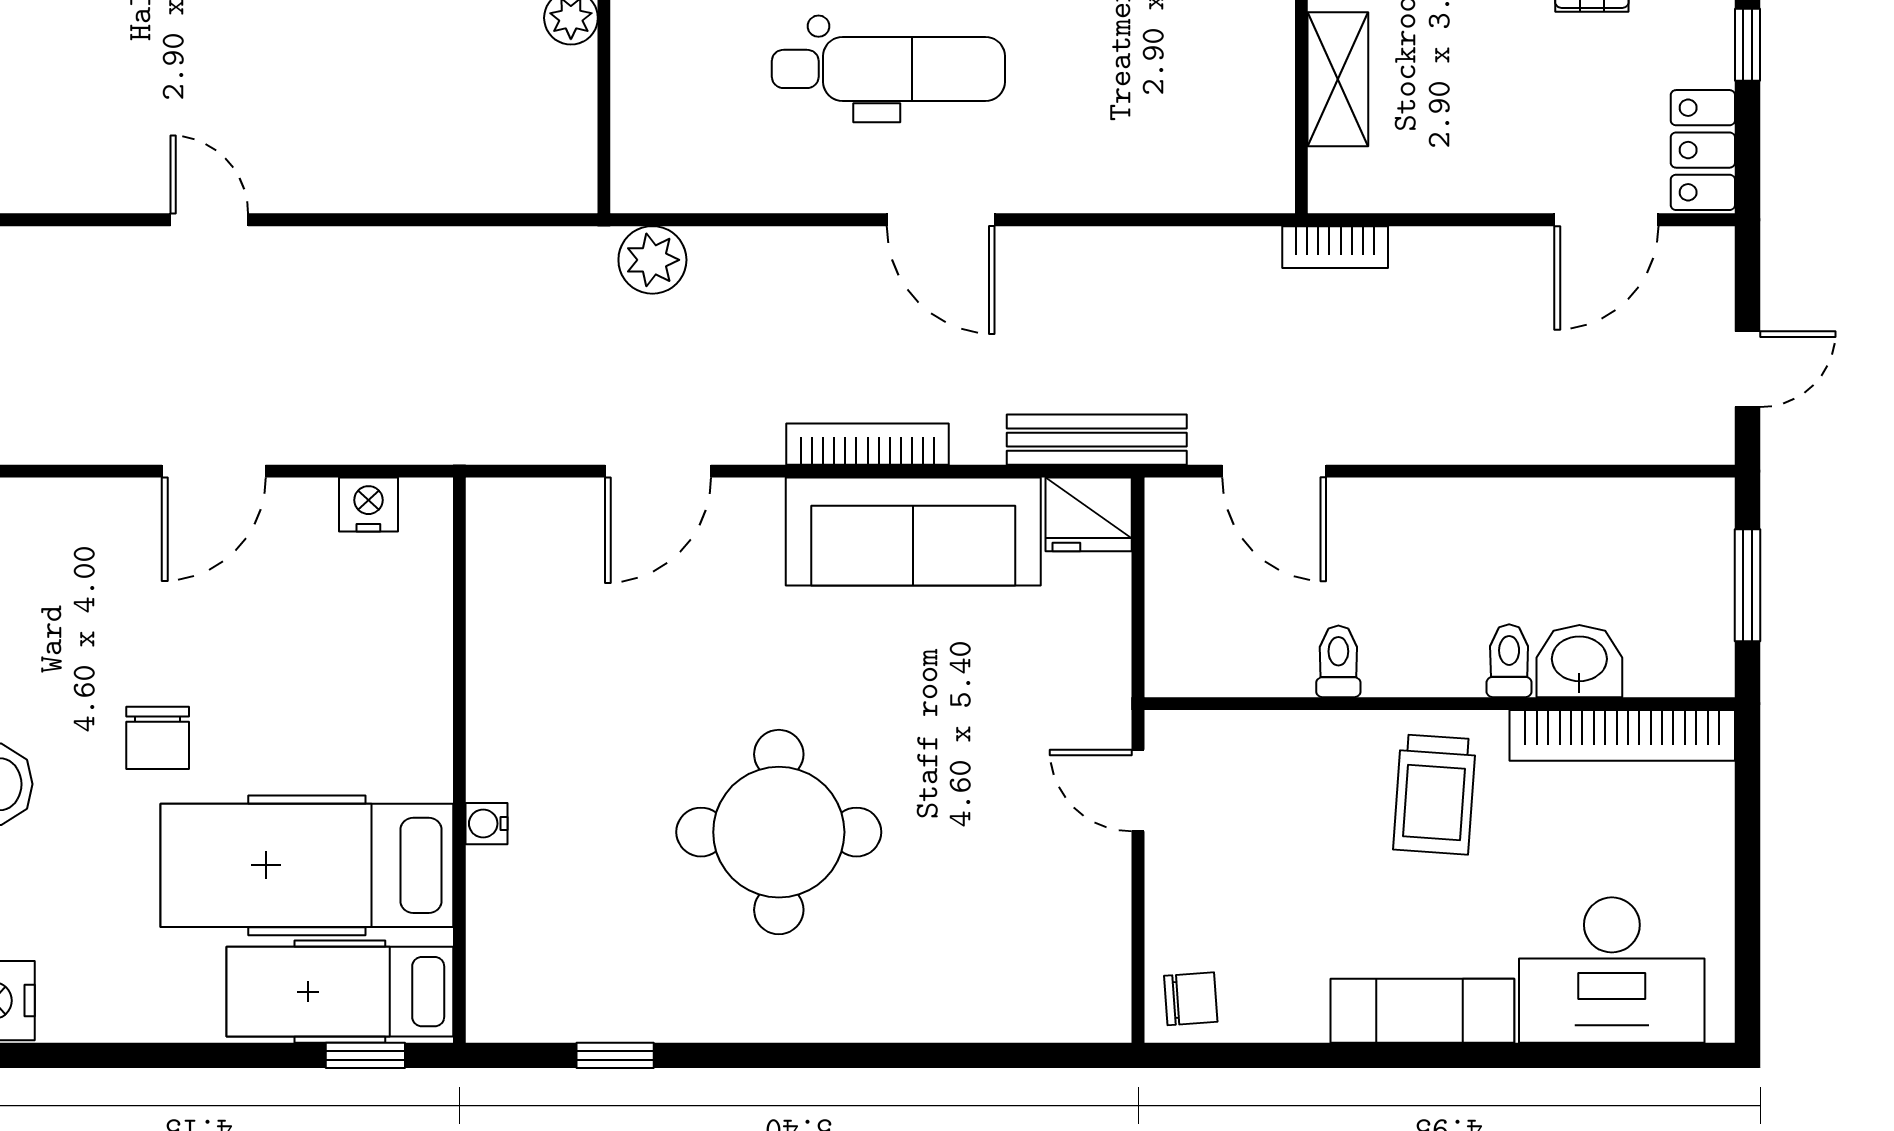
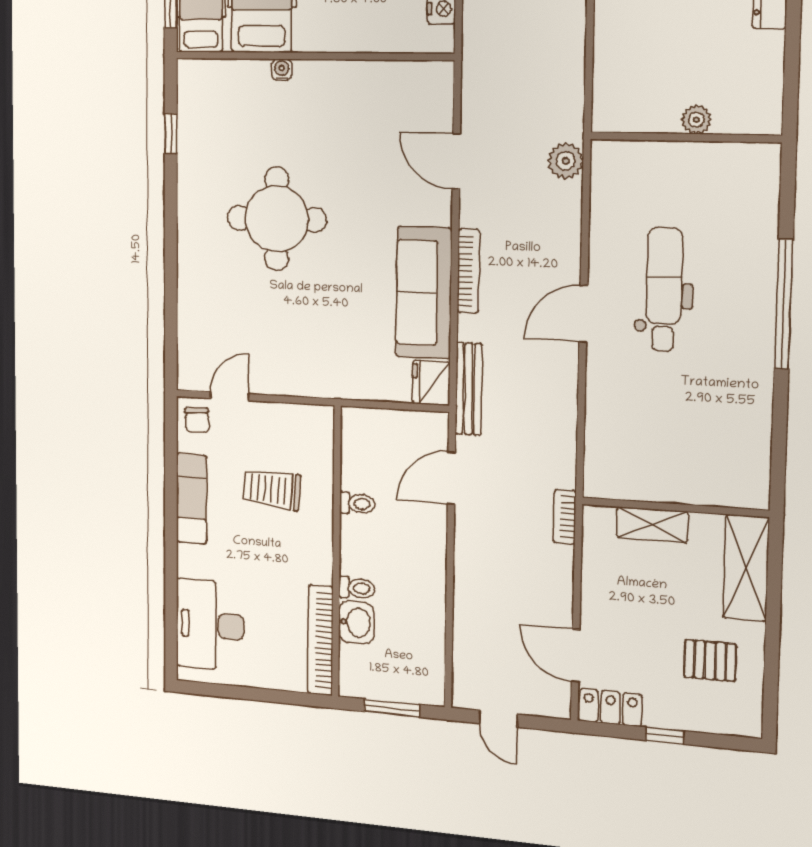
dental chair: (888, 69) -> (664, 289), turned 180
door: (1138, 791) -> (229, 396), moved
trolley: (1435, 794) -> (272, 489), moved
exam couch: (1422, 1011) -> (192, 499), moved

